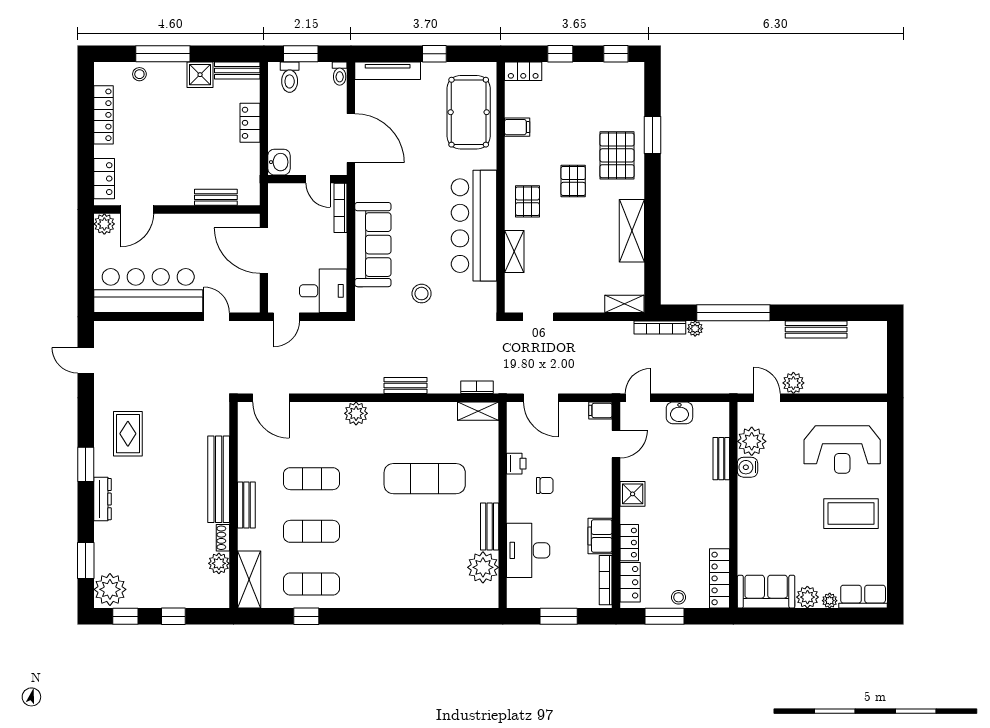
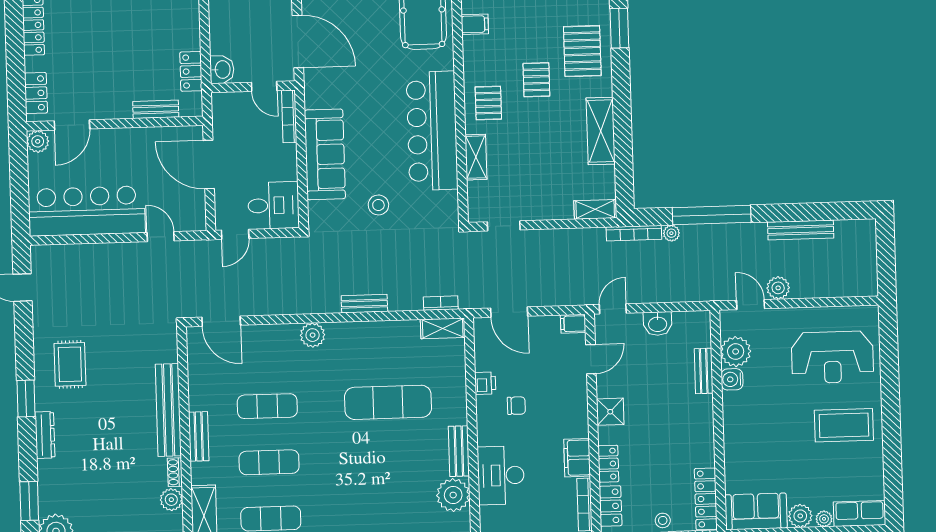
locker: (250, 123) -> (191, 71), moved

